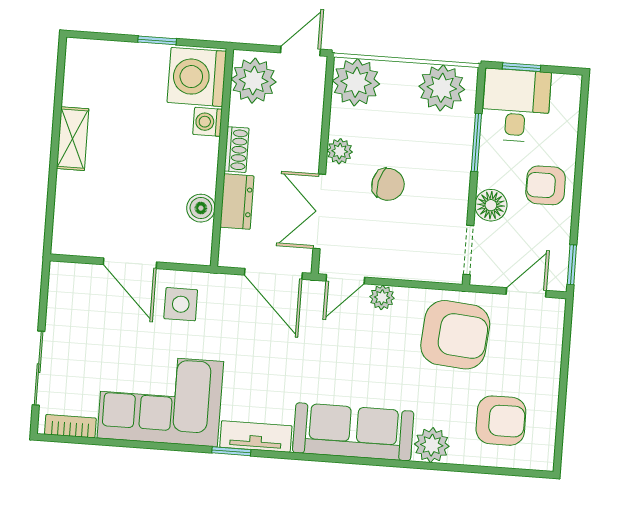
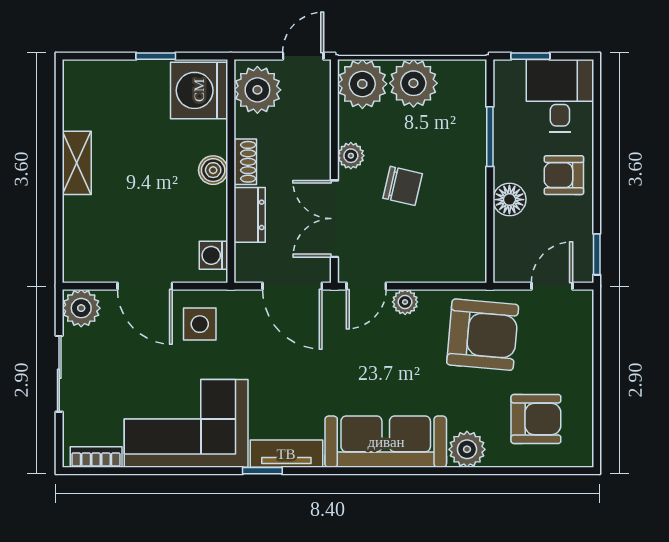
plant: (442, 88) -> (413, 83), moved
desk: (516, 105) -> (560, 96), moved
washing machine: (208, 122) -> (213, 255), moved
boiler: (201, 208) -> (213, 170), moved
doorway: (468, 250) -> (490, 247), removed
plant: (67, 280) -> (81, 308), added
sliding door: (39, 368) -> (59, 374), moved

